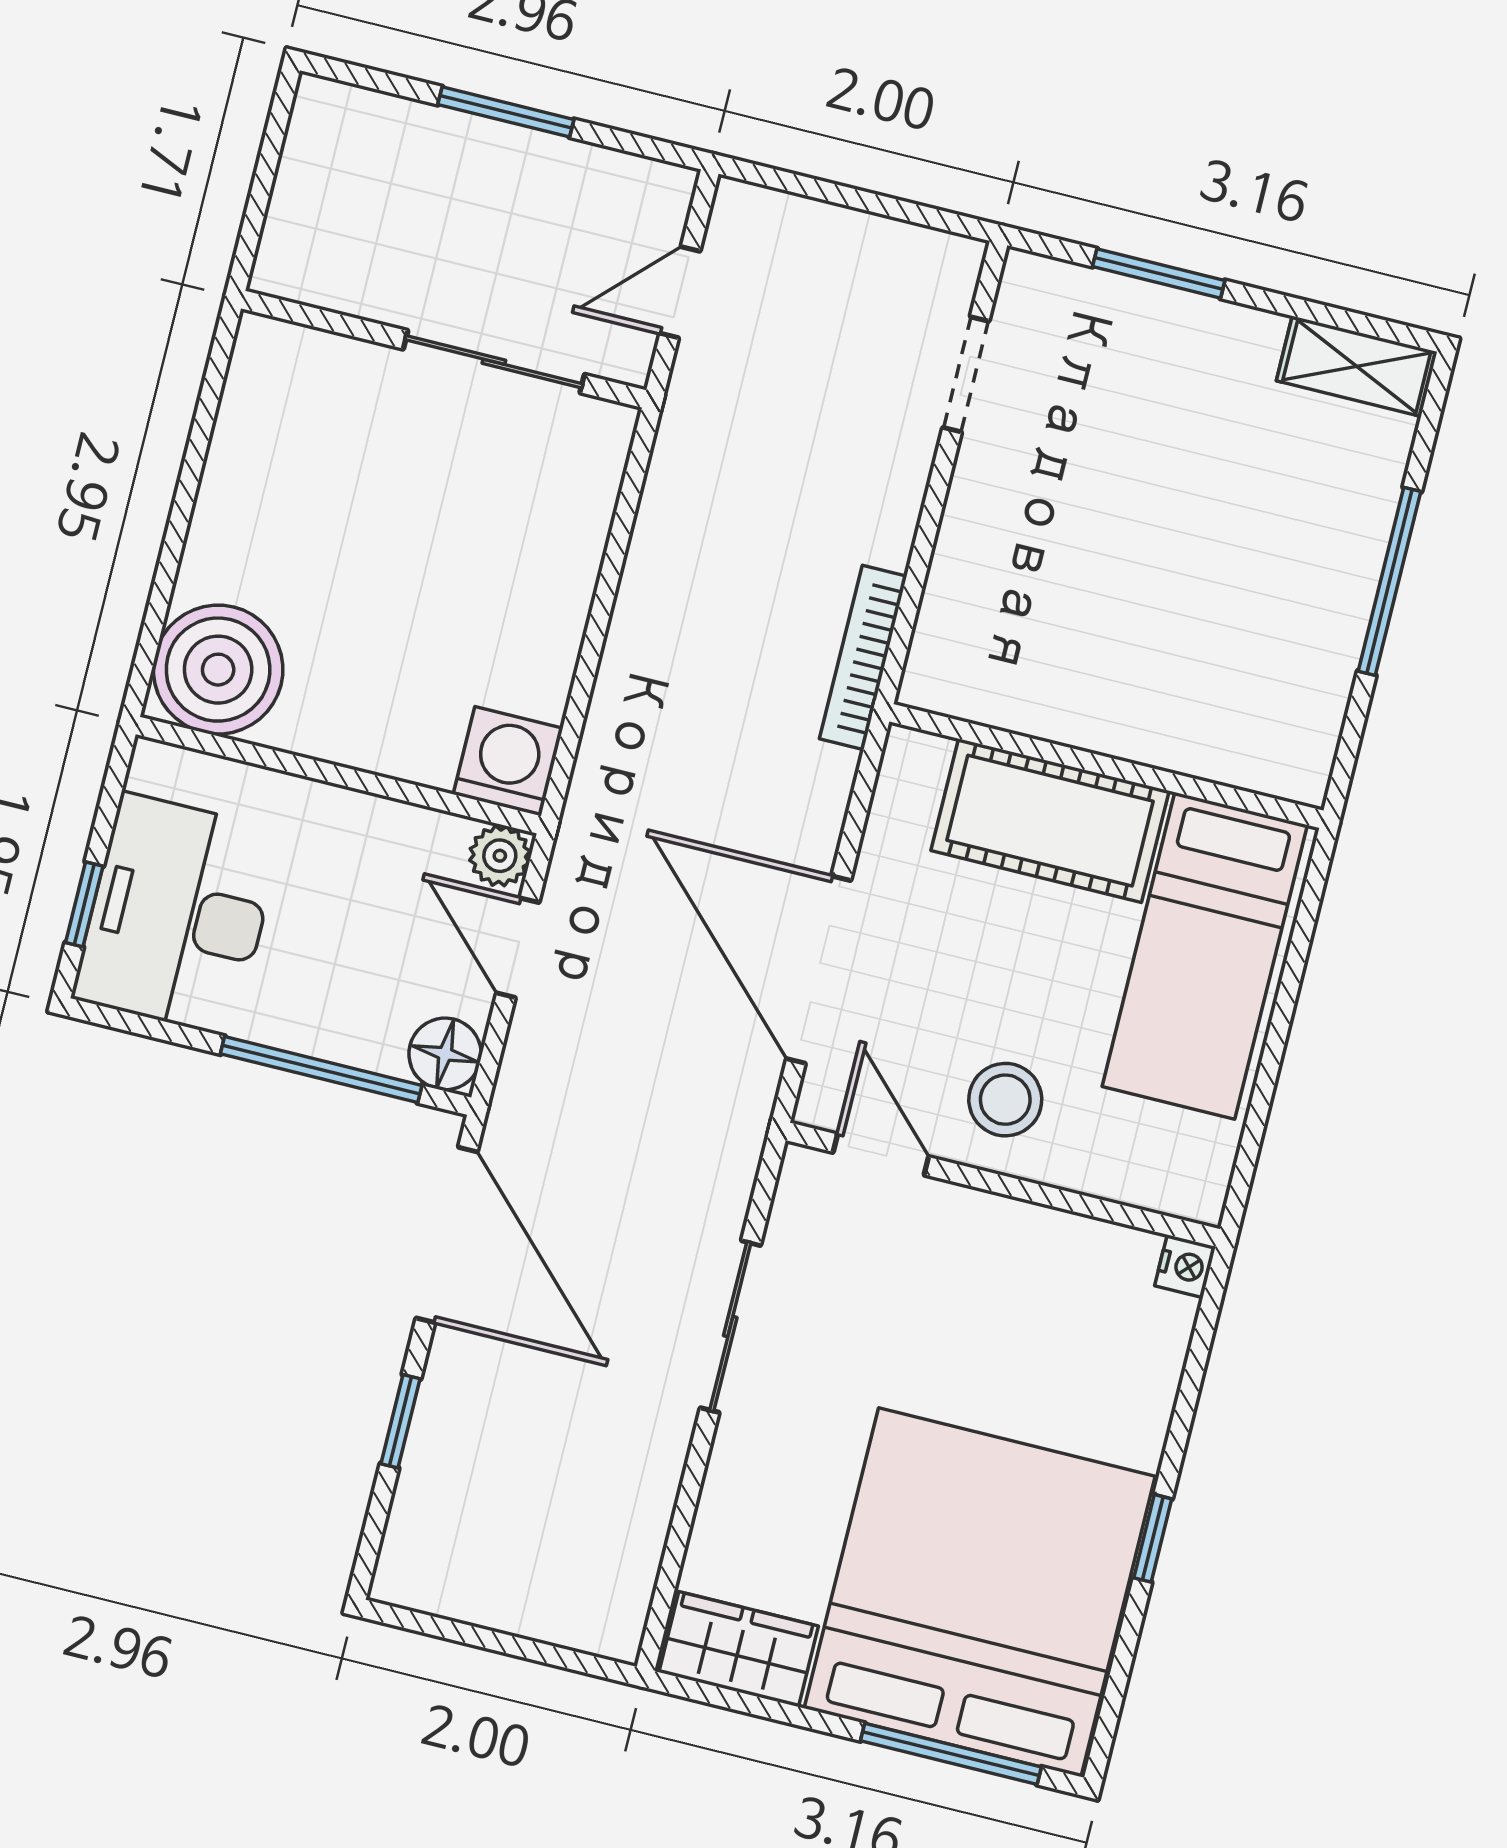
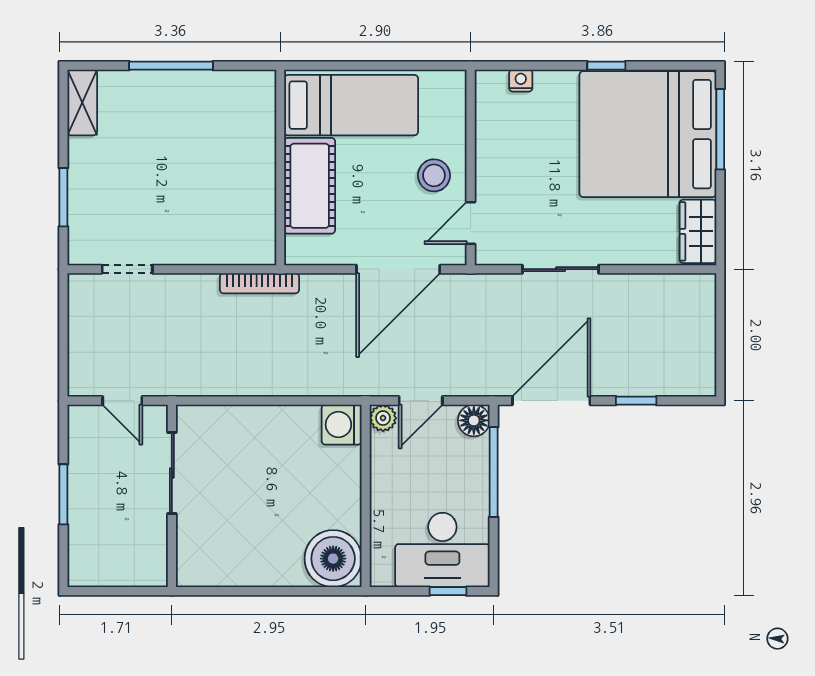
nightstand: (1185, 1266) -> (521, 81), moved

